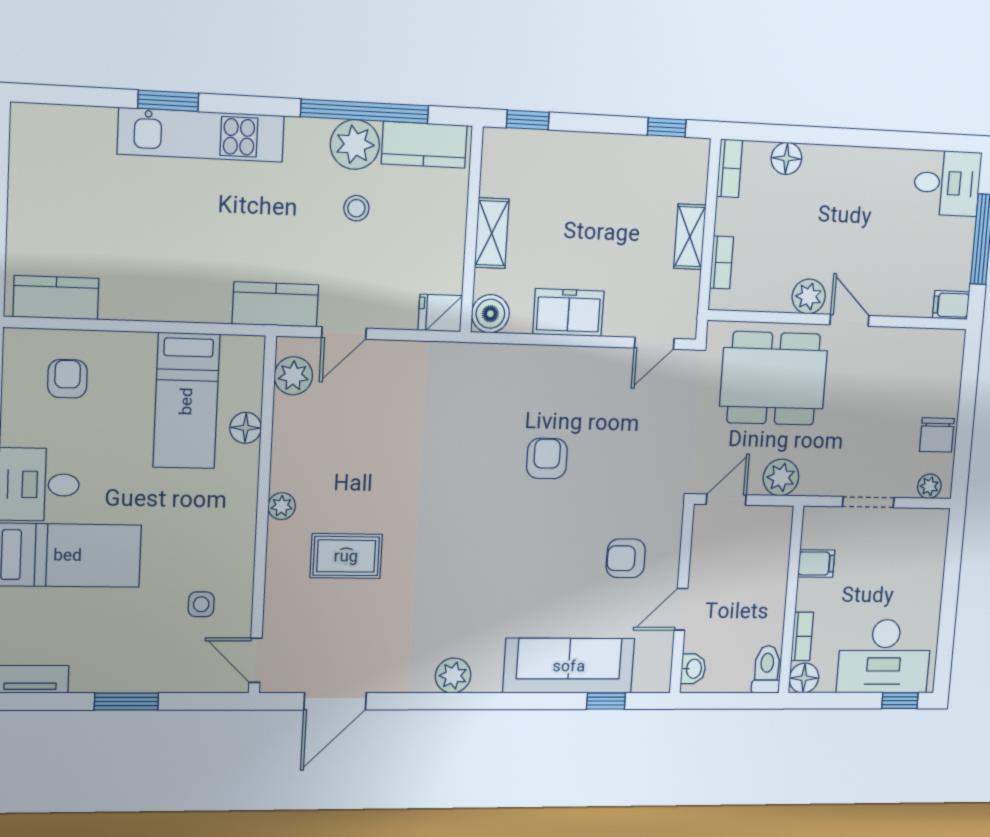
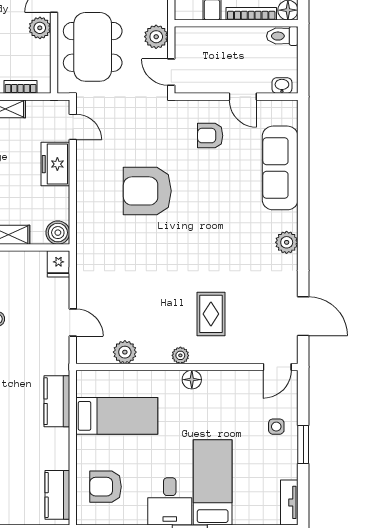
kitchen counter: (275, 304) -> (57, 401), moved
freezer: (568, 313) -> (55, 164), moved
plant: (293, 376) -> (125, 352), moved
armchair: (67, 379) -> (106, 487), width x1.38, depth x1.38
floor lamp: (246, 428) -> (192, 380), moved
armchair: (547, 458) -> (147, 191), width x1.88, depth x1.88
armchair: (626, 558) -> (210, 136), turned 90
side table: (201, 604) -> (276, 427), moved
bookcase: (802, 636) -> (251, 14), width x1.56
window: (606, 701) -> (303, 142), removed

